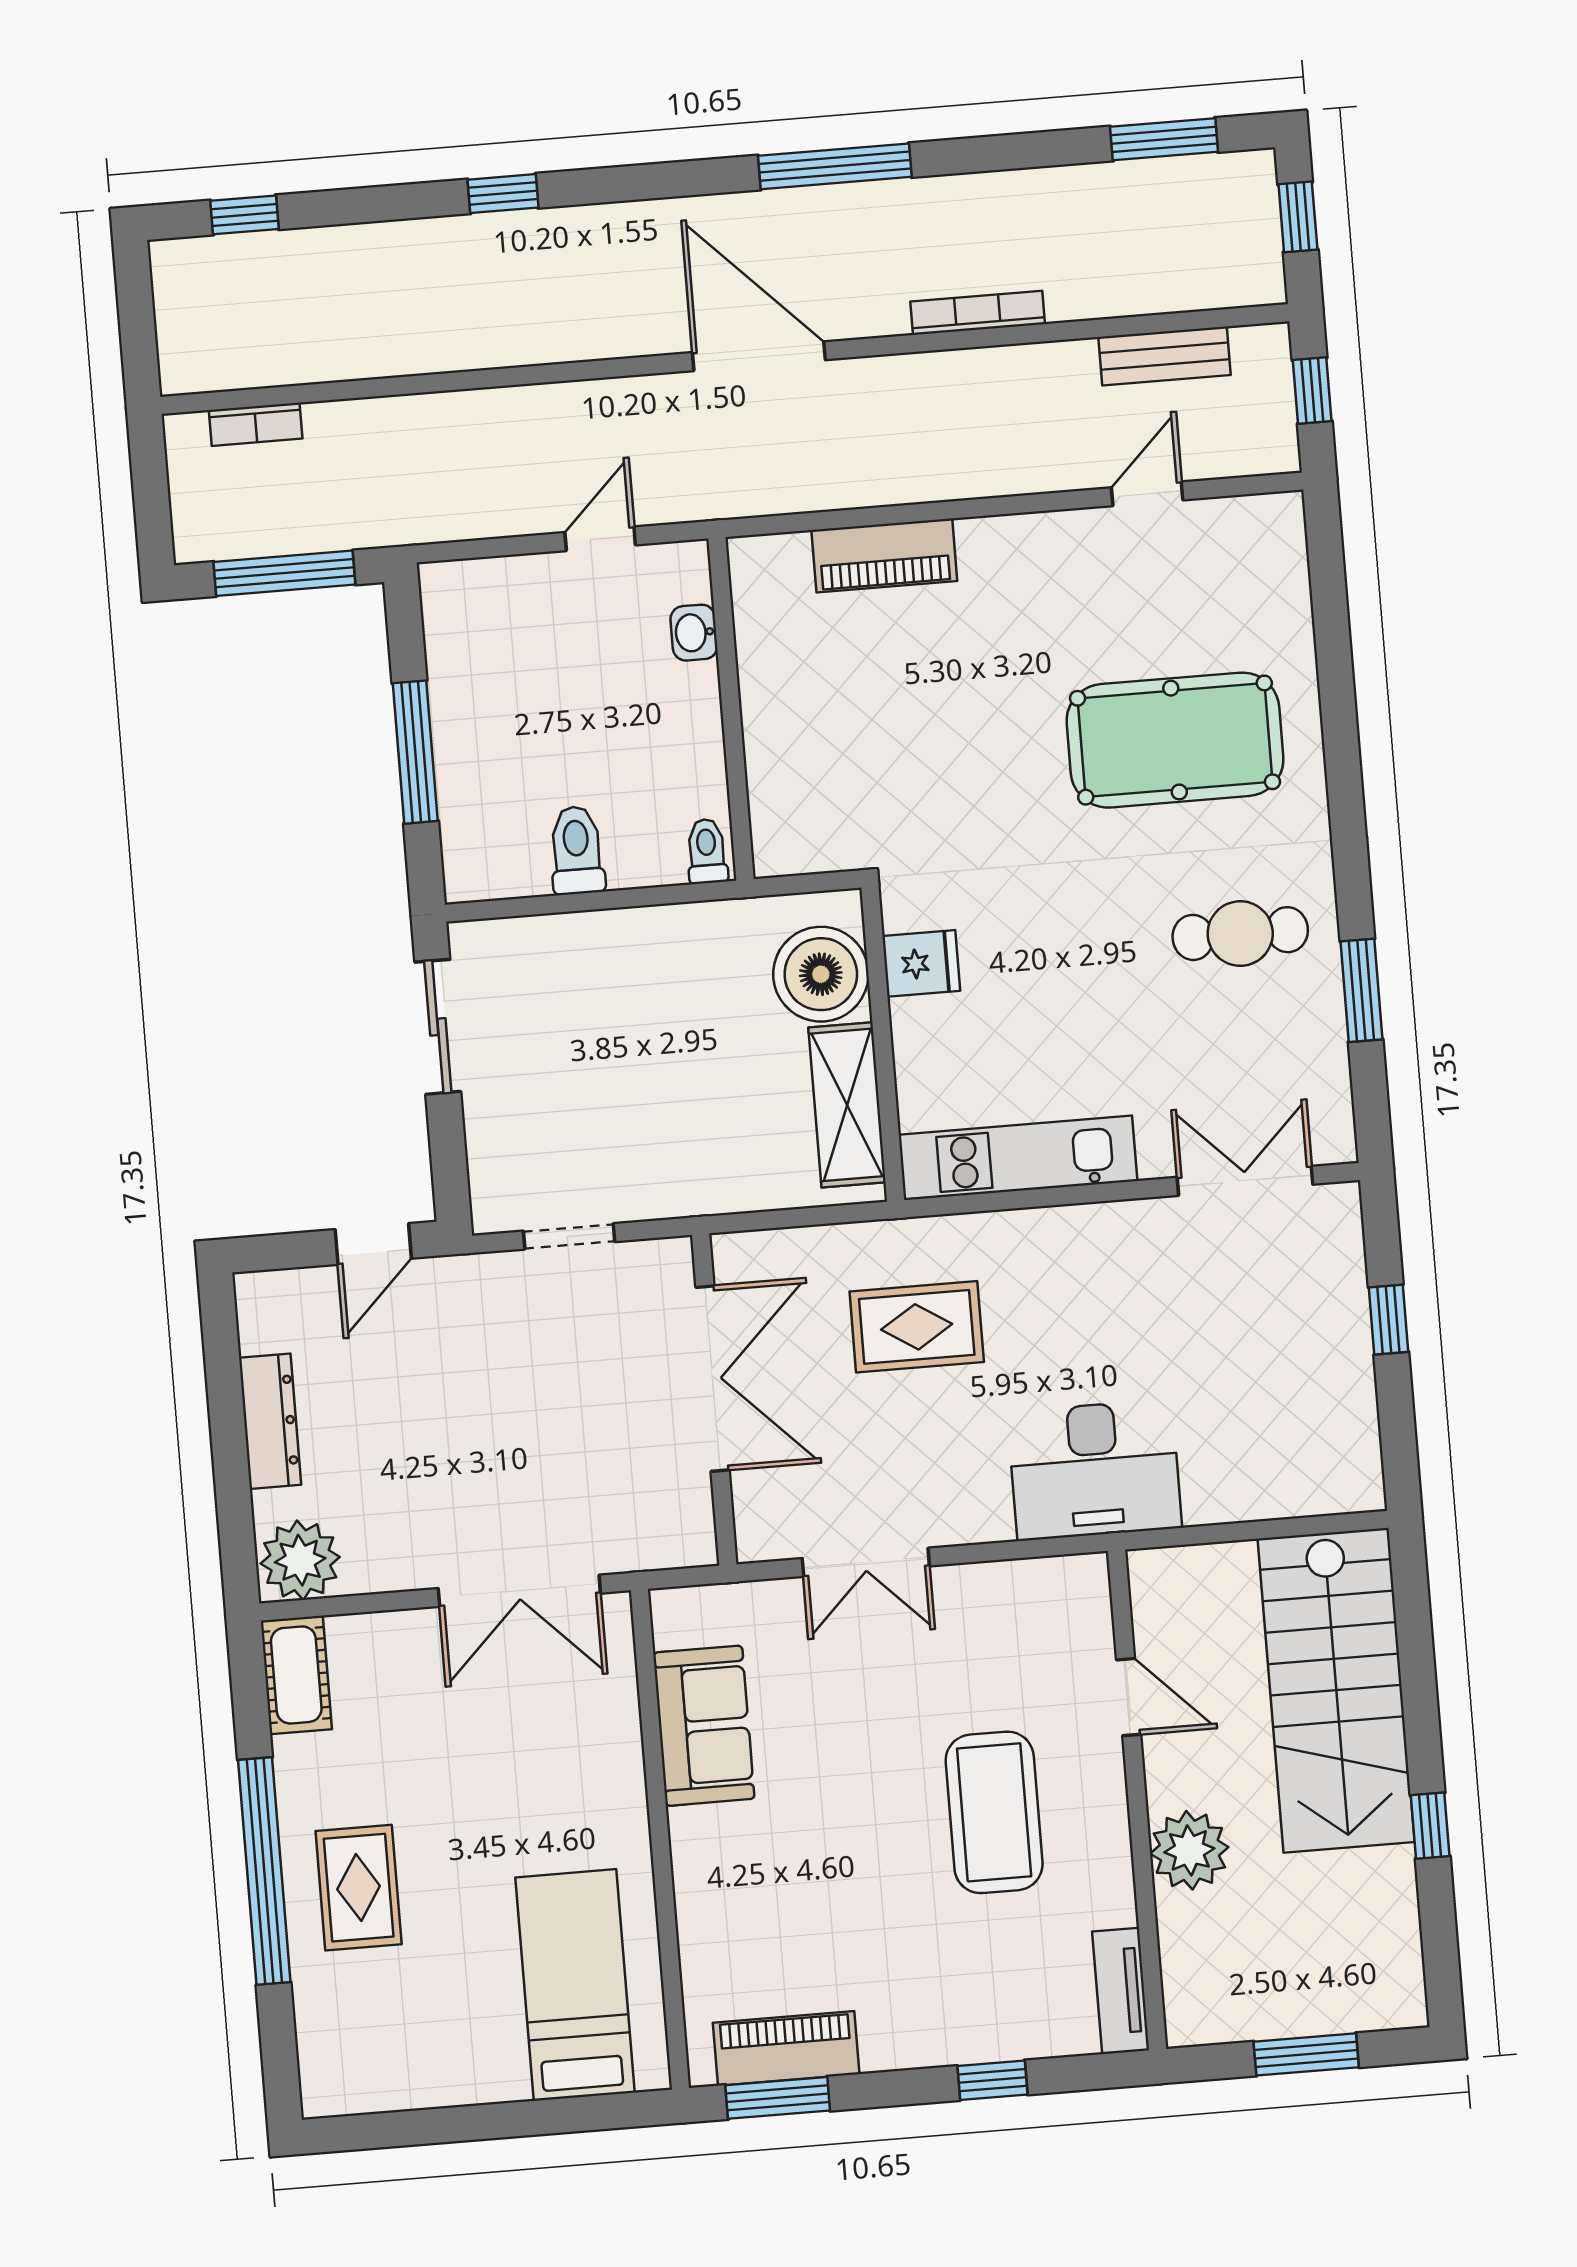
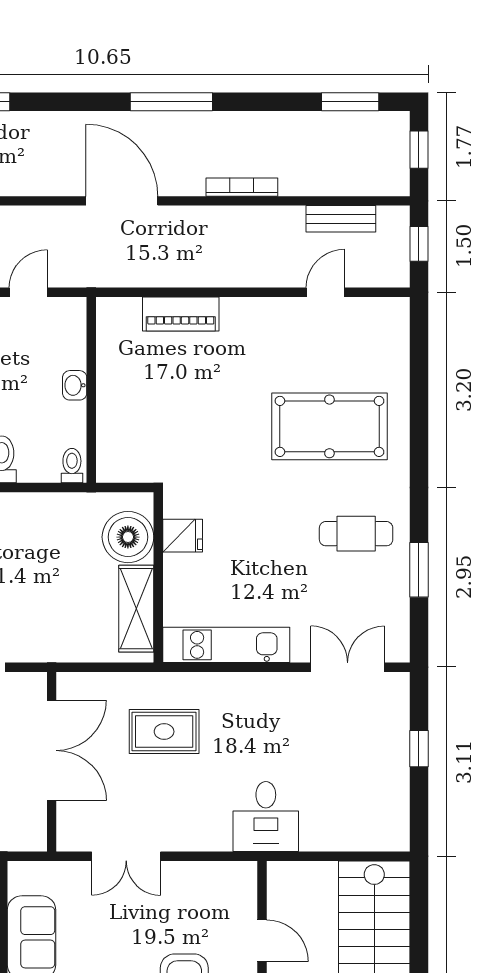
washbasin: (694, 633) -> (75, 385), moved
desk: (1095, 1470) -> (266, 817), width x0.73

